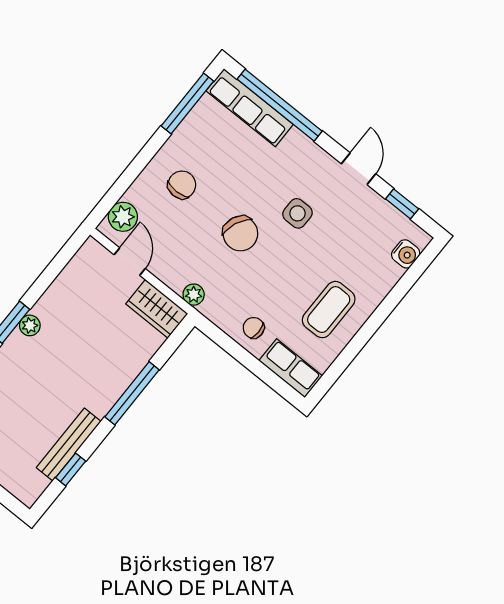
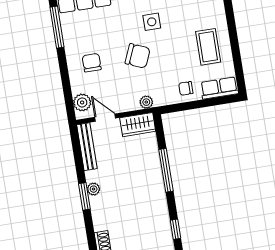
bench: (69, 444) -> (87, 147), moved

